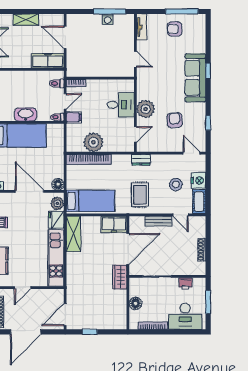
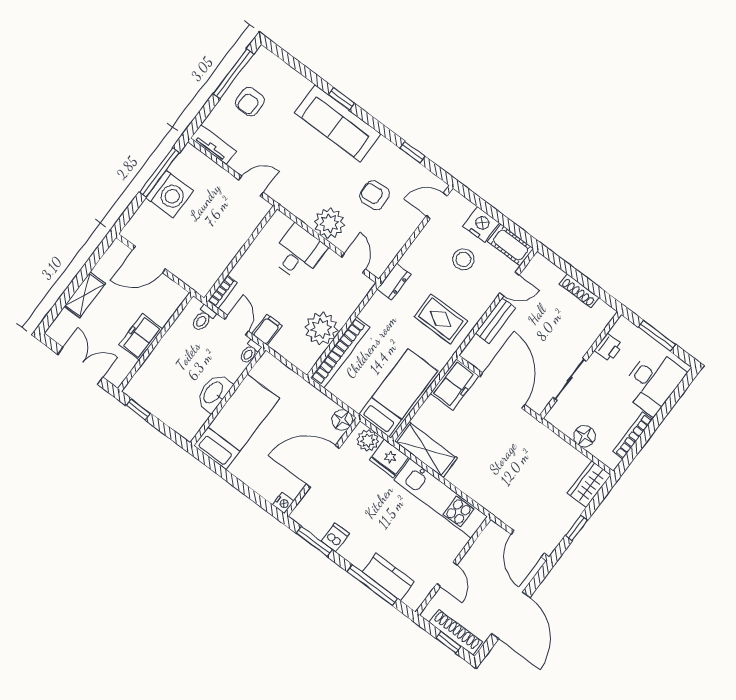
washing machine: (108, 19) -> (170, 194), width x1.89, depth x1.89
freezer: (48, 61) -> (141, 337), moved, width x0.71
wardrobe: (120, 277) -> (589, 484), moved, turned 90

